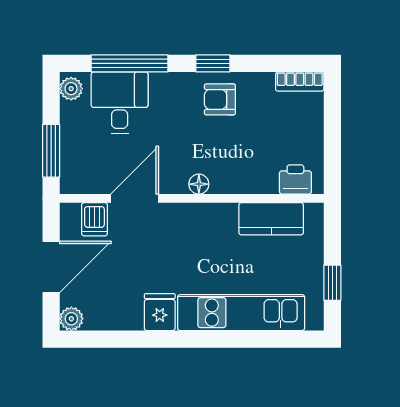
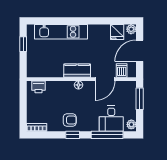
kitchen counter: (271, 219) -> (77, 71), moved
fridge: (160, 312) -> (117, 32), moved

